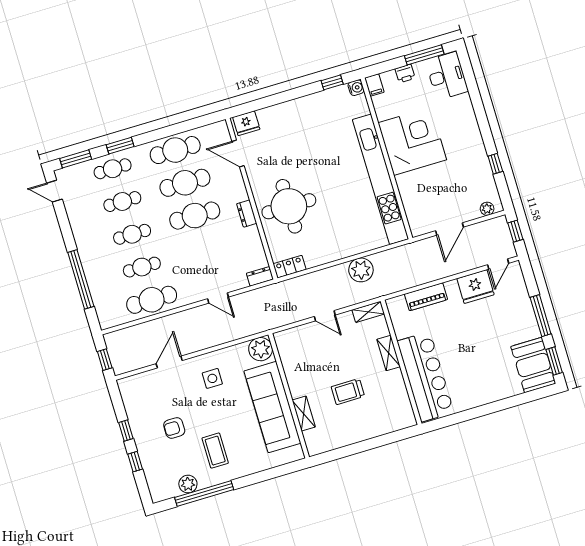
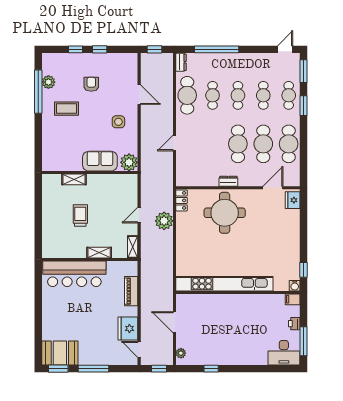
corner desk: (412, 141) -> (245, 314), removed
plant: (361, 270) -> (164, 221), moved
dresser: (260, 276) -> (181, 62), moved
sofa: (272, 407) -> (100, 161), width x0.54, depth x0.79

